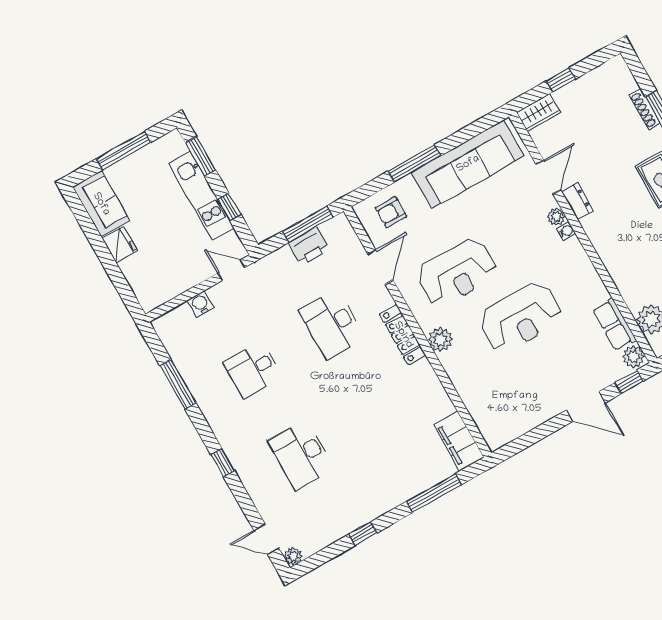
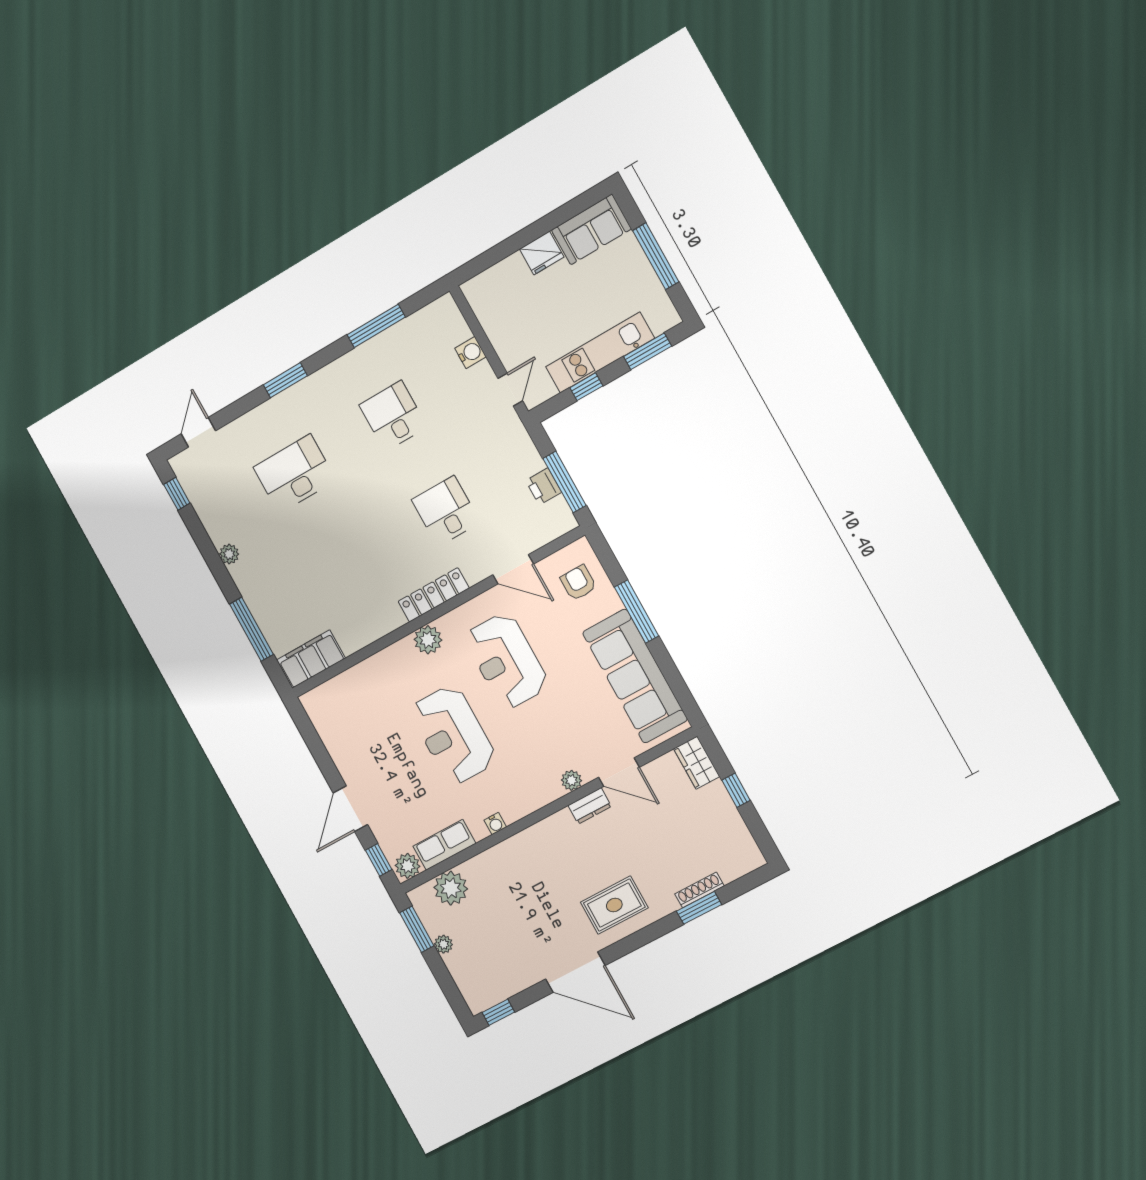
water cooler: (566, 231) -> (495, 824), moved
printer: (309, 246) -> (544, 486), width x0.73, depth x0.81
desk: (332, 324) -> (446, 511), width x0.73
window: (223, 463) -> (285, 380), width x1.50
window: (363, 534) -> (177, 494), moved
plant: (293, 556) -> (229, 554), moved

